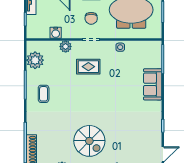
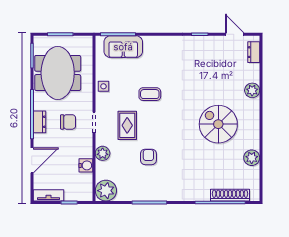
plant: (35, 60) -> (106, 191), moved
armchair: (63, 84) -> (148, 157), added
sofa: (153, 84) -> (123, 47), moved
coffee table: (44, 94) -> (150, 94), moved
spiral stairs: (89, 141) -> (218, 124), turned -90

